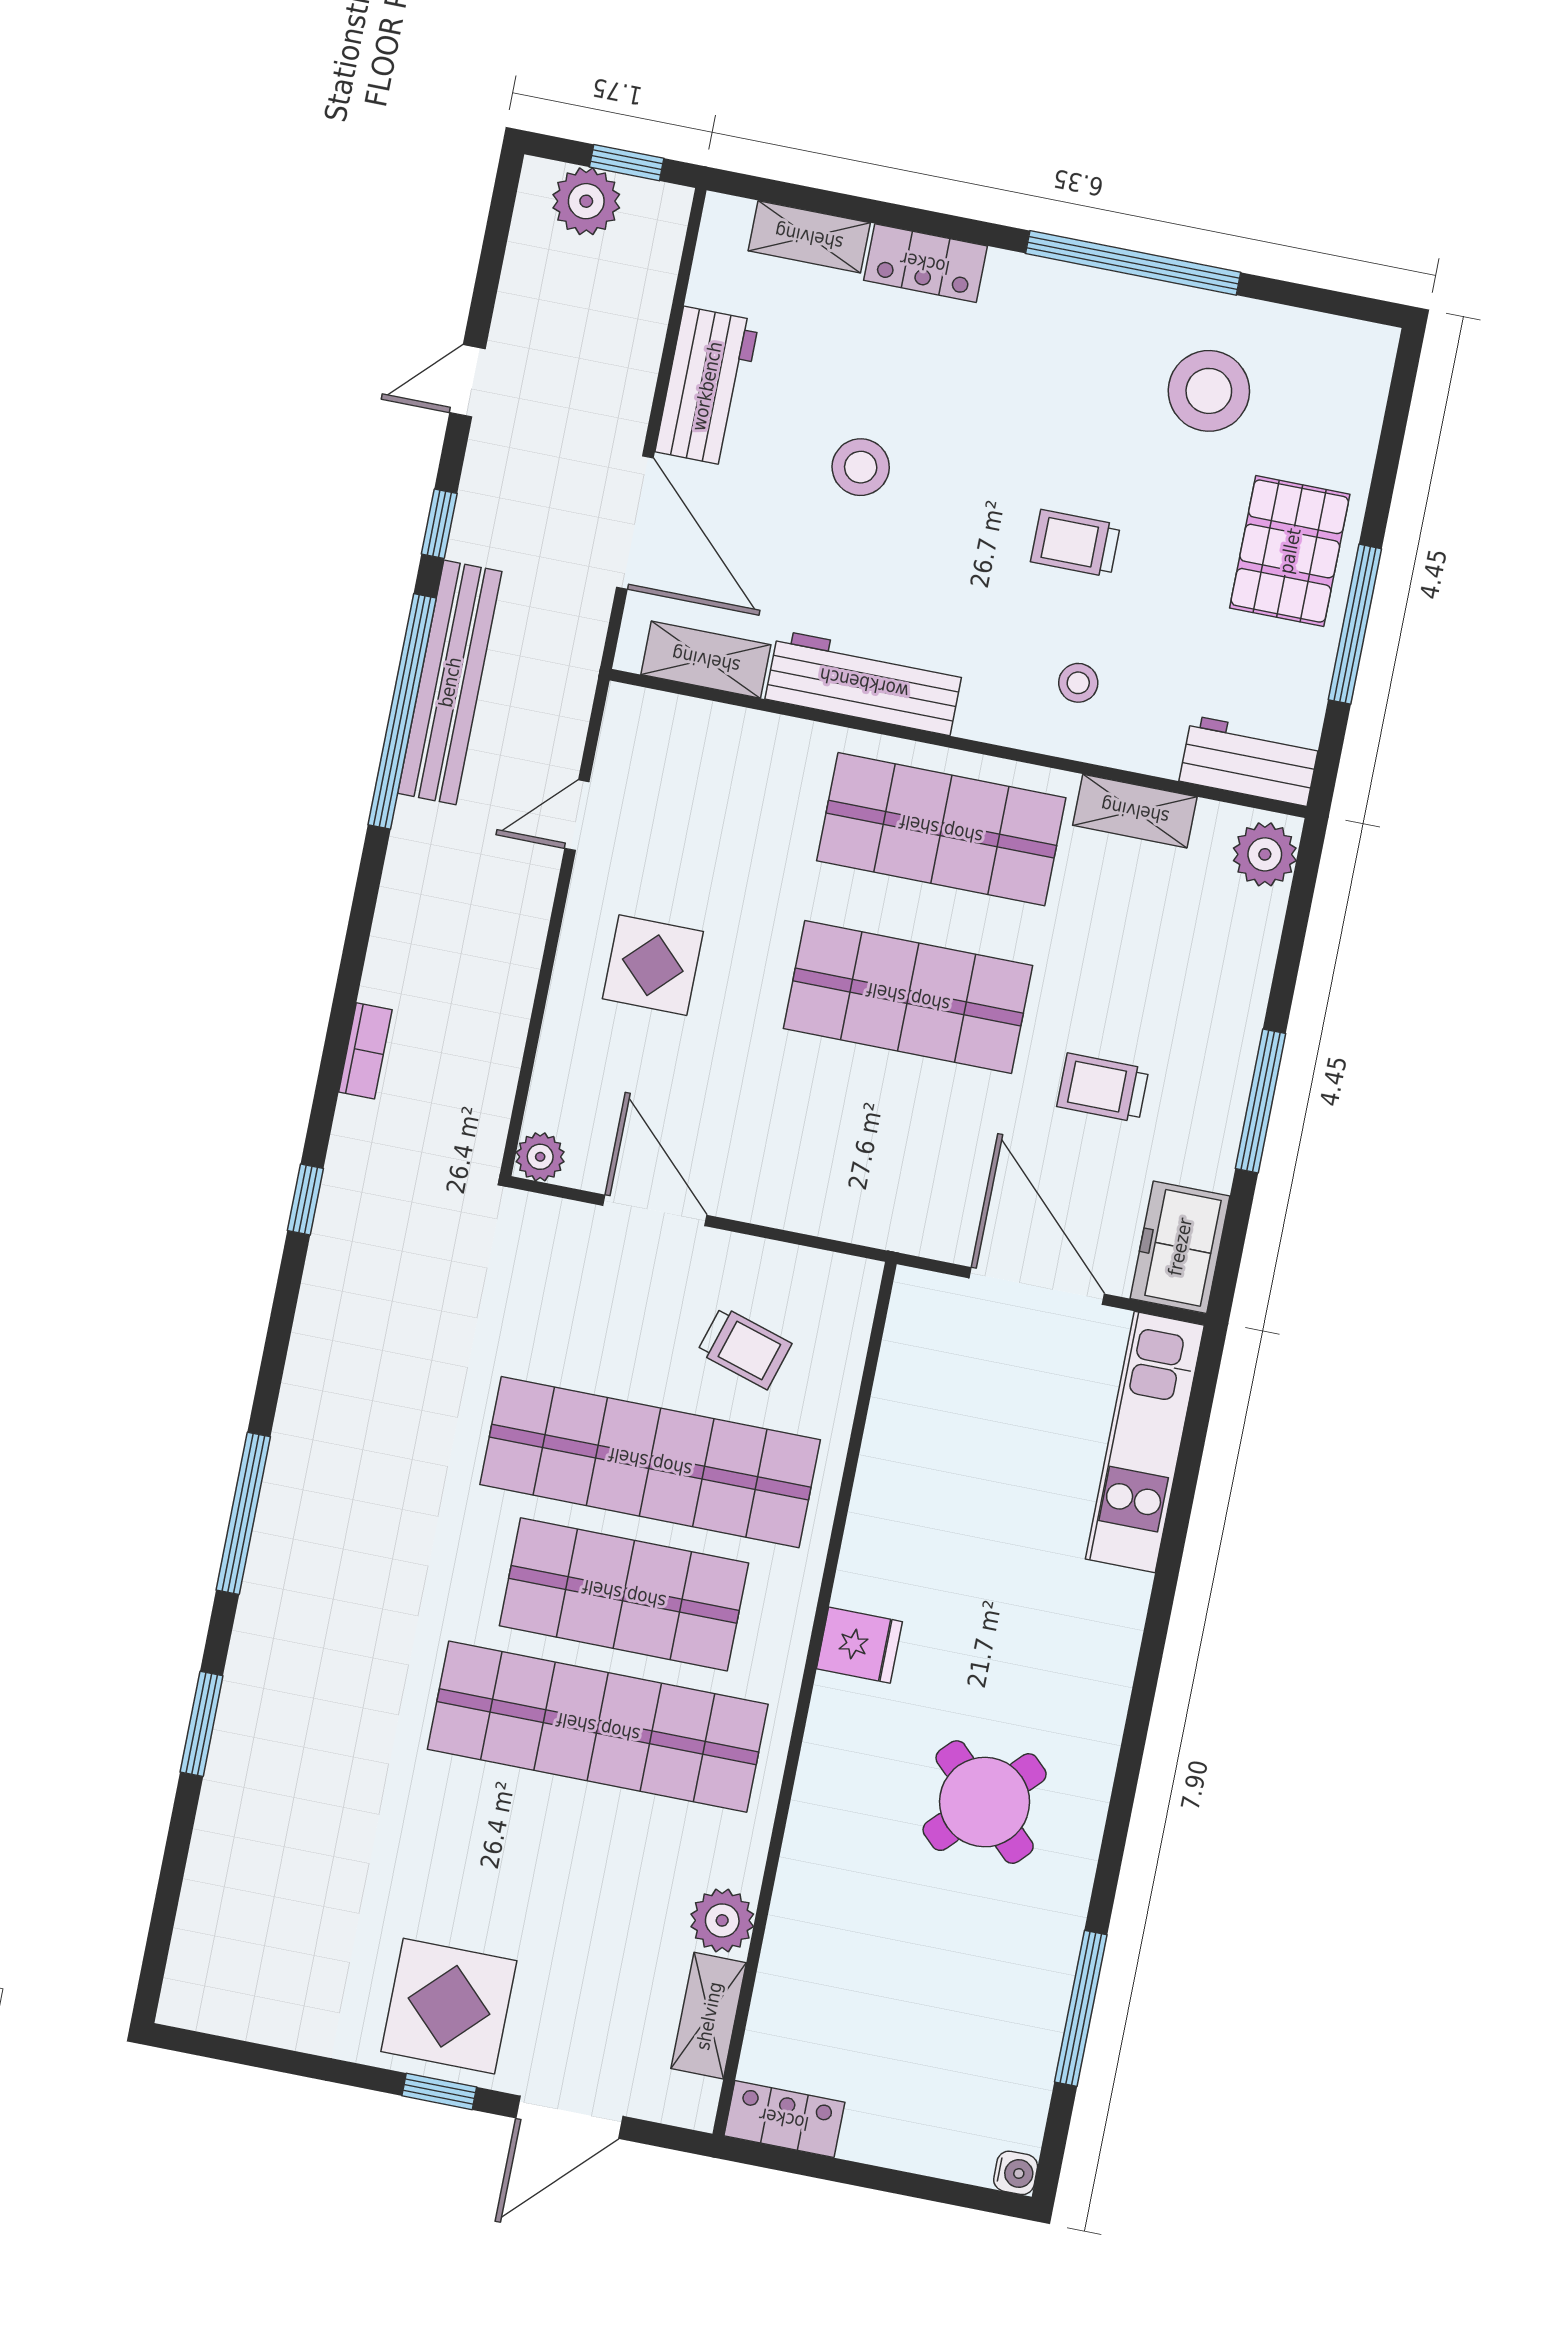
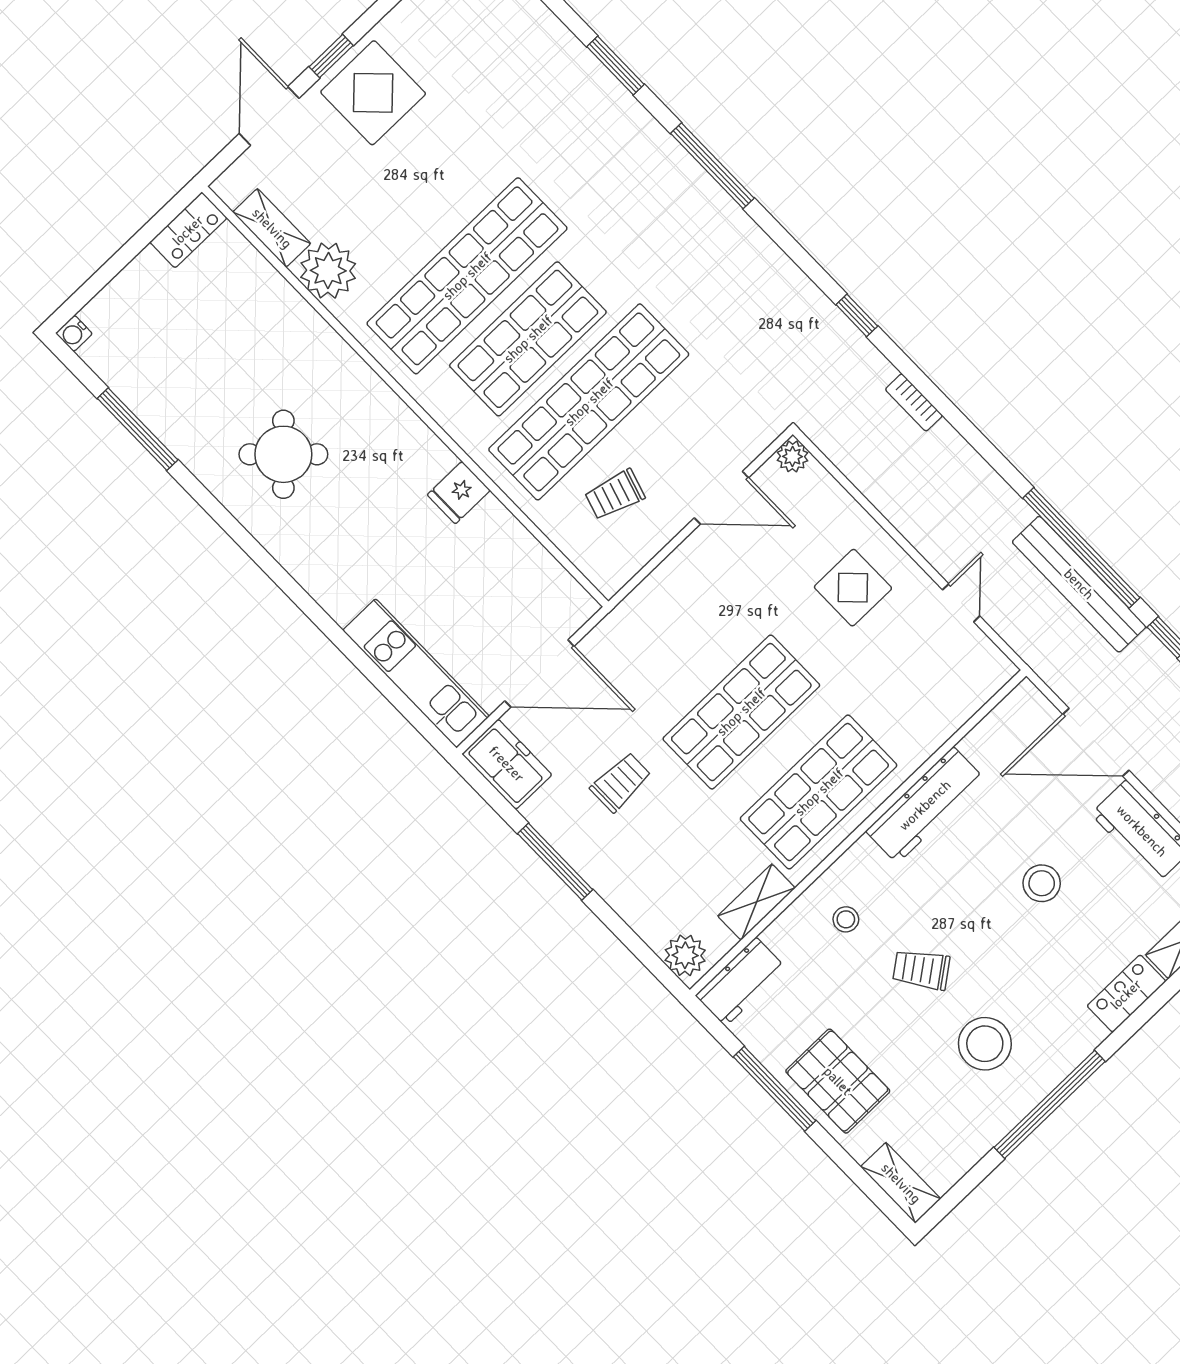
stool: (1209, 391) -> (985, 1044), moved
trolley: (1075, 543) -> (921, 970), turned -127
shelving: (706, 660) -> (901, 1183), moved, turned 90
fridge: (859, 1645) -> (459, 493), moved
plant: (722, 1920) -> (328, 271), width x1.36, depth x1.36

